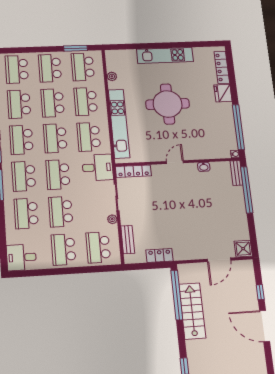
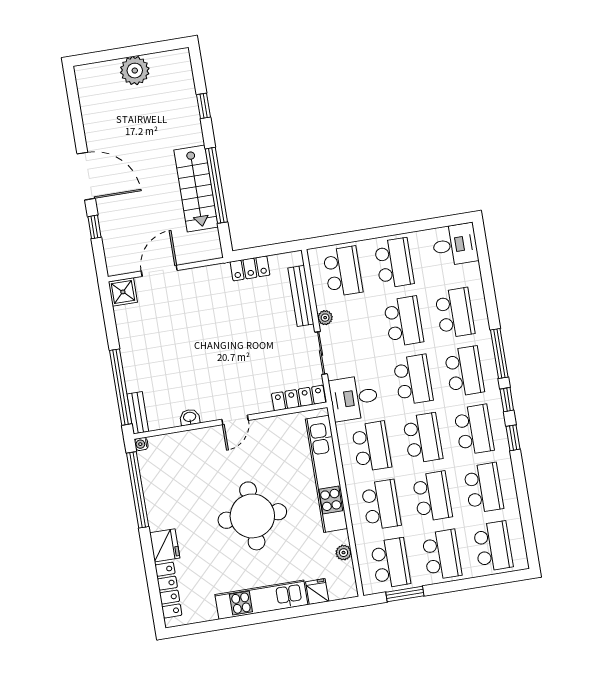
fridge: (130, 56) -> (317, 592), added
bench: (128, 240) -> (301, 296), width x1.36
window: (177, 295) -> (216, 185), moved

